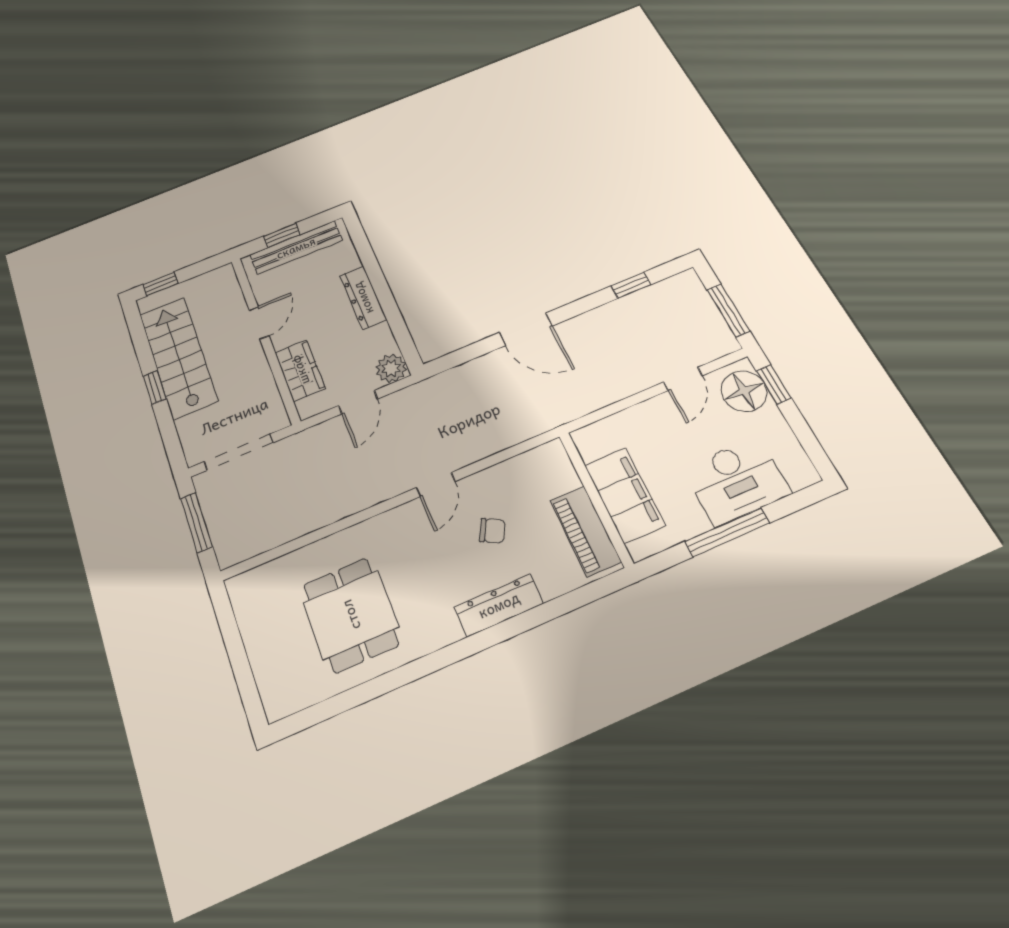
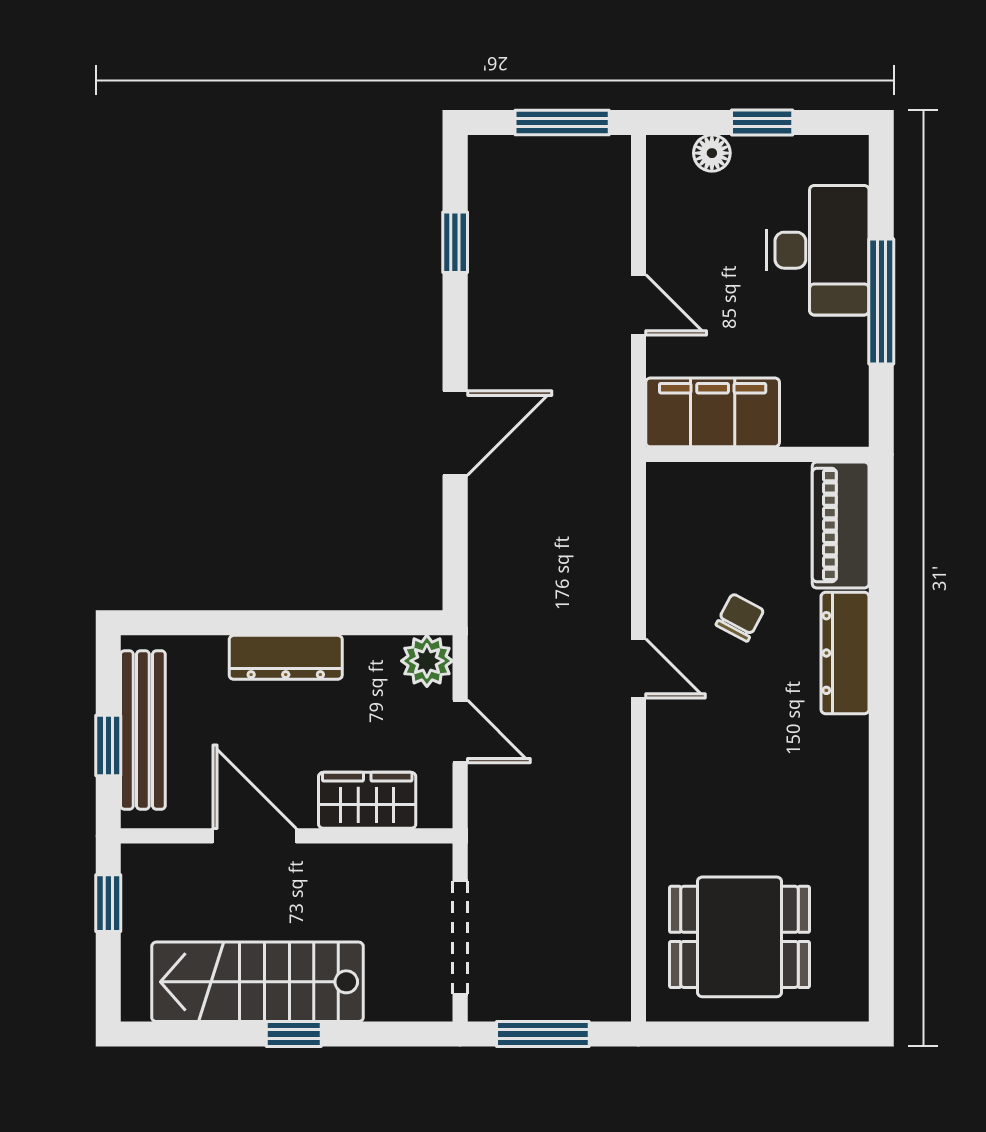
window: (161, 284) -> (108, 903), moved
door: (259, 323) -> (255, 836), width x1.38
door: (683, 379) -> (638, 305), moved
window: (774, 384) -> (762, 122), moved
floor lamp: (744, 391) -> (712, 153), width x0.53, depth x0.53
filing cabinet: (625, 495) -> (713, 412), moved
piano: (586, 531) -> (841, 525), moved, turned 90
dining table: (351, 615) -> (740, 937), moved

